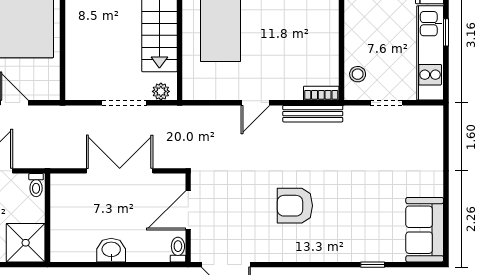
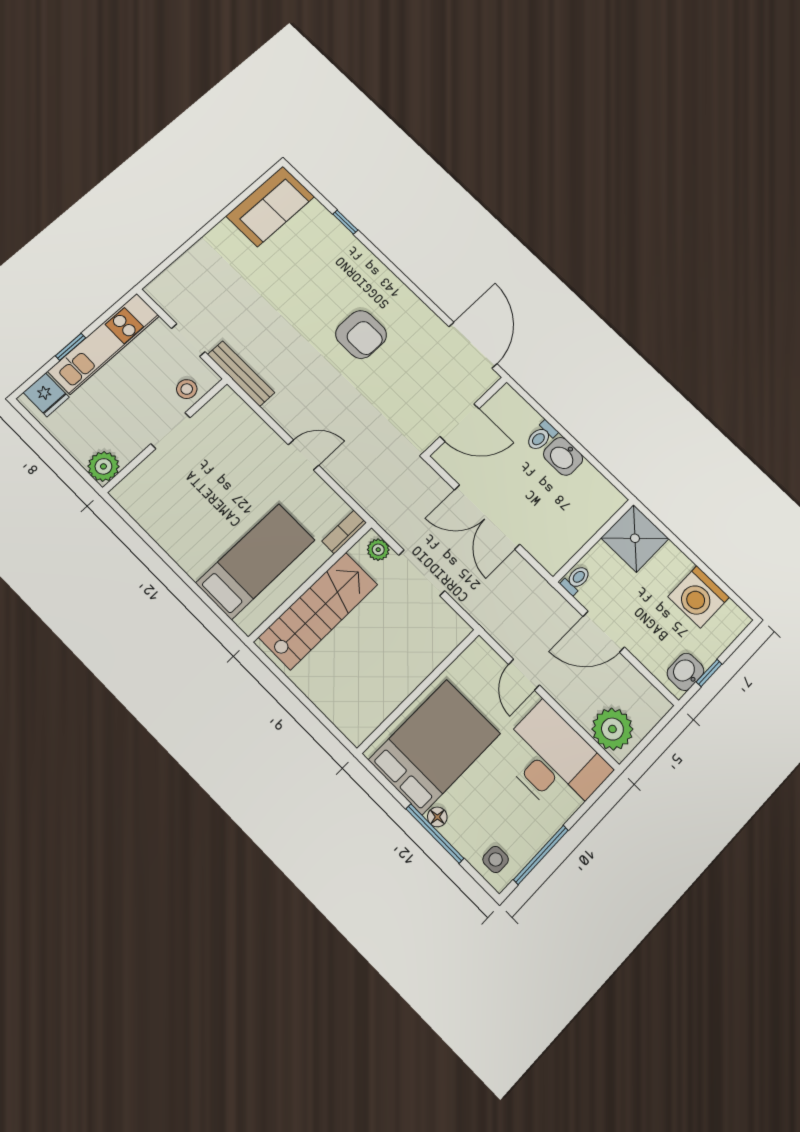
doorway: (342, 42) -> (170, 431), added
bookcase: (321, 93) -> (344, 532), moved, turned 90
bench: (313, 114) -> (241, 374), moved
toilet: (178, 250) -> (541, 436), moved

